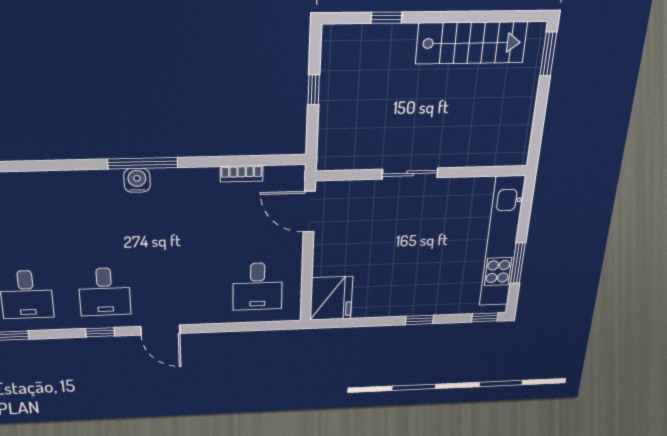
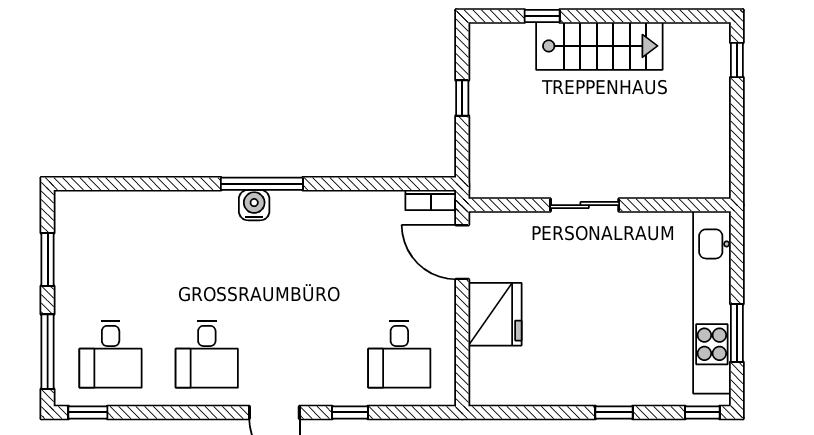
stairs: (471, 43) -> (599, 46), moved
window: (548, 54) -> (737, 60), width x0.67
bookcase: (242, 174) -> (431, 200), moved
fridge: (331, 298) -> (495, 314), moved
window: (100, 332) -> (350, 412), moved

